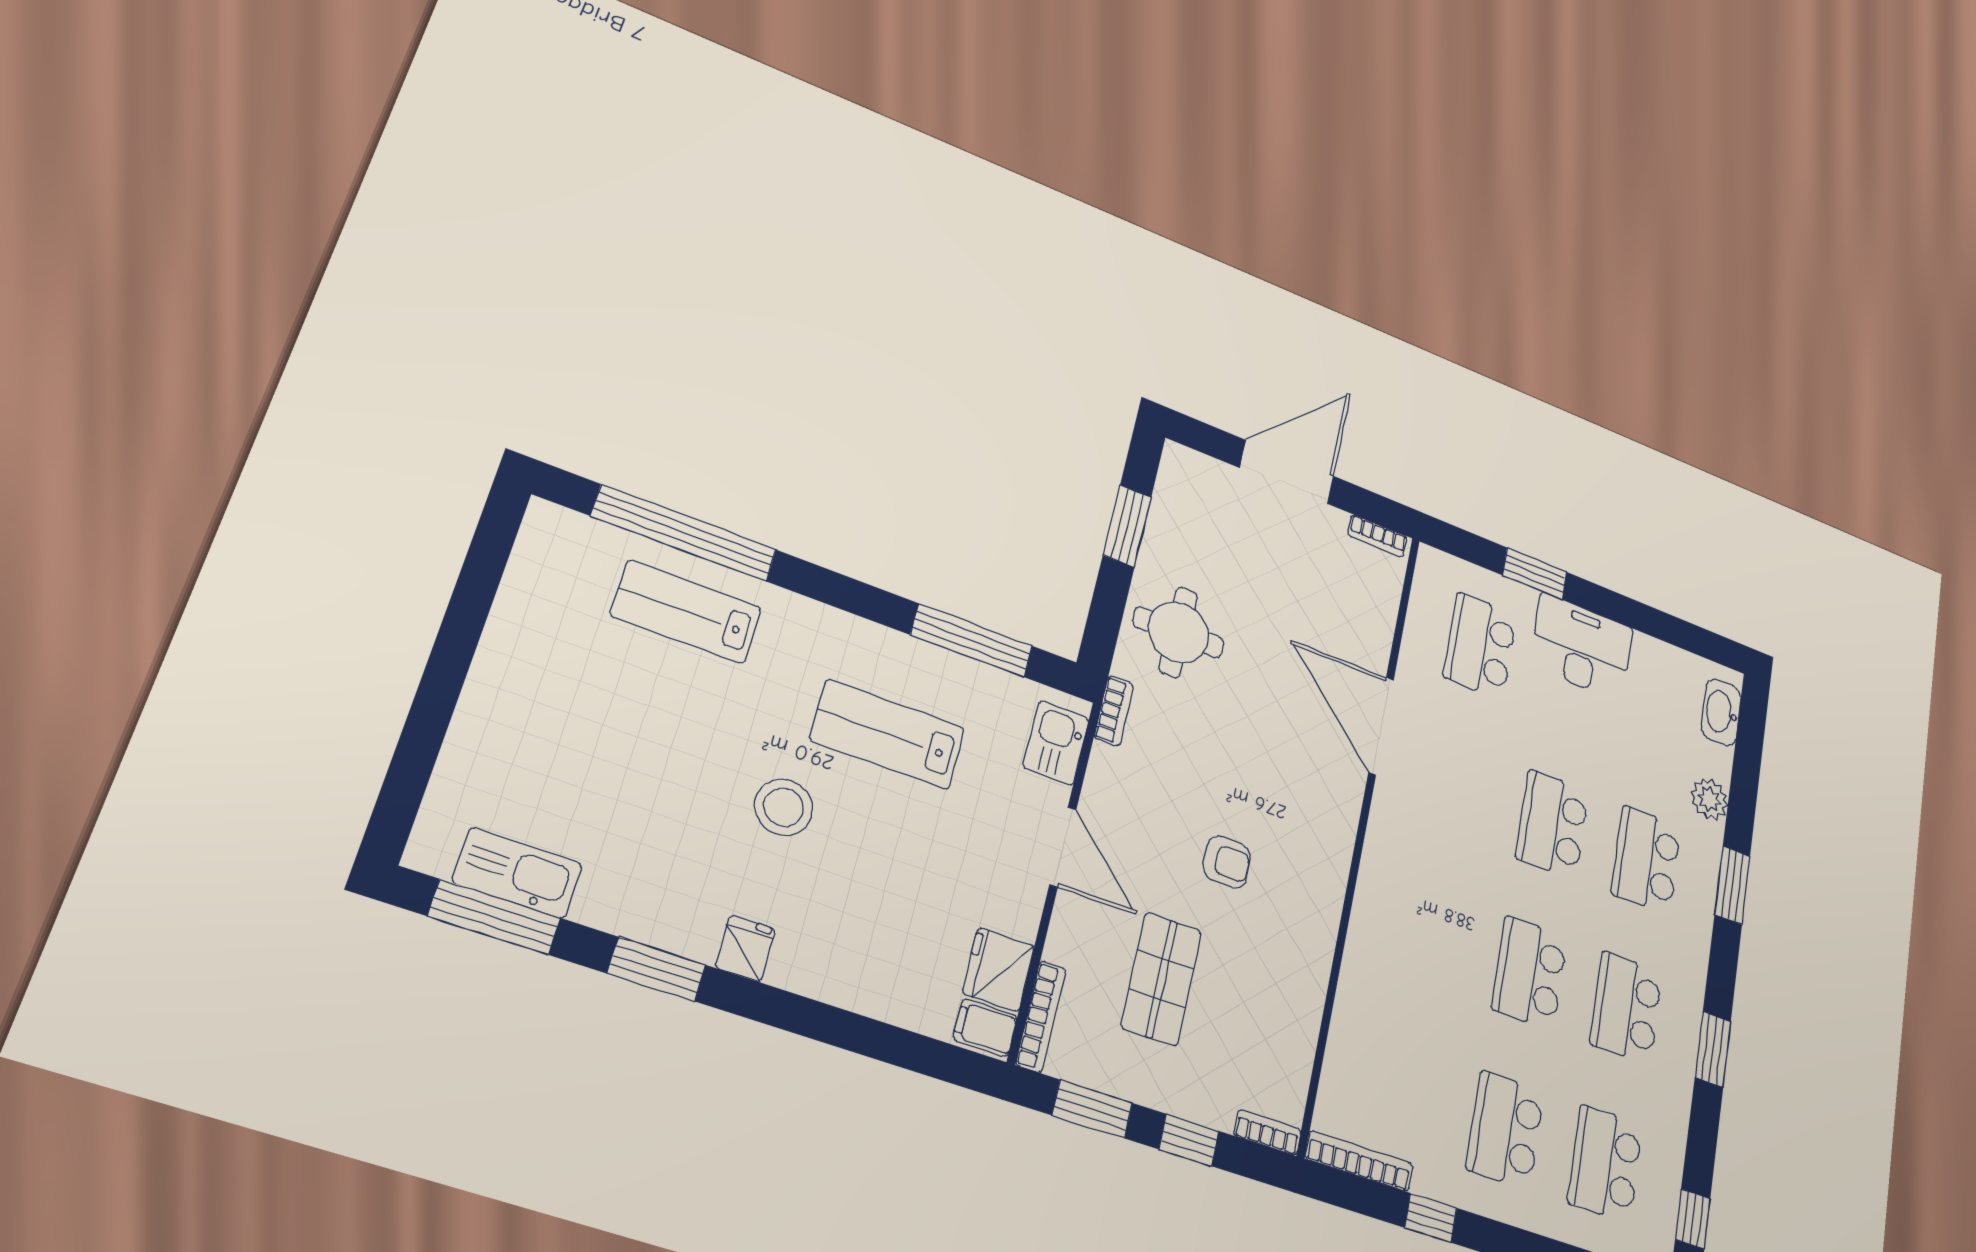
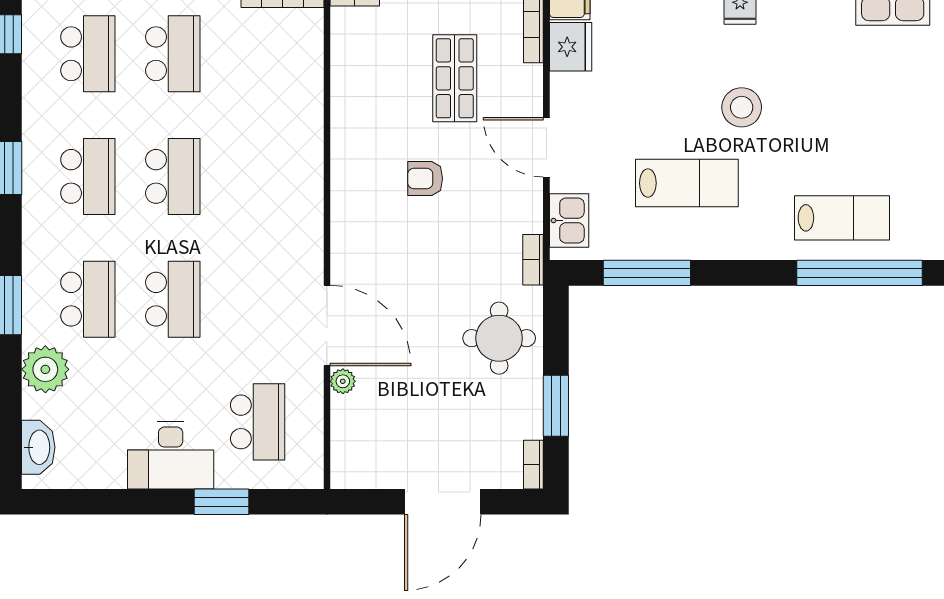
bookcase: (1378, 536) -> (533, 465), moved, turned -90
plant: (1375, 654) -> (343, 381), added
plant: (1709, 799) -> (45, 369), width x1.36, depth x1.36

